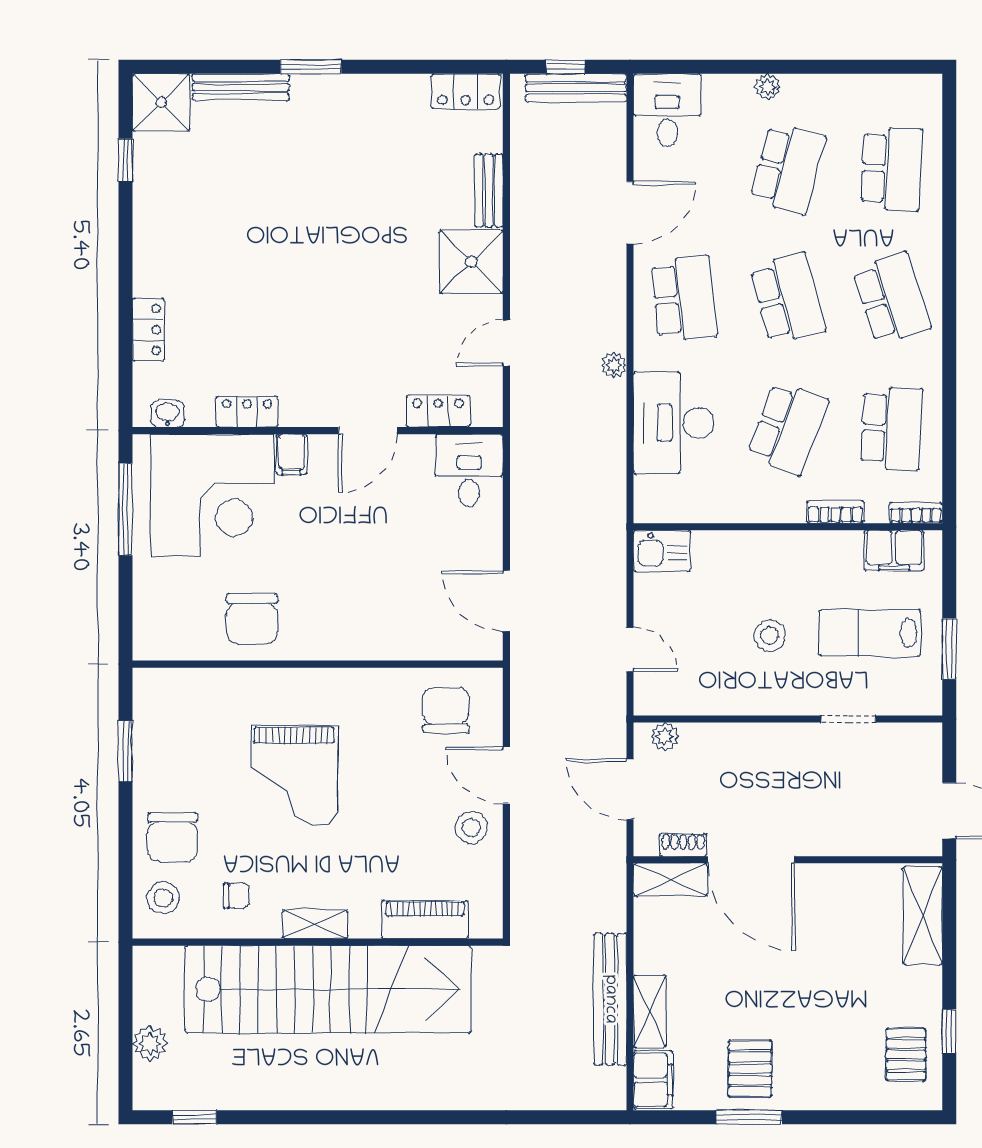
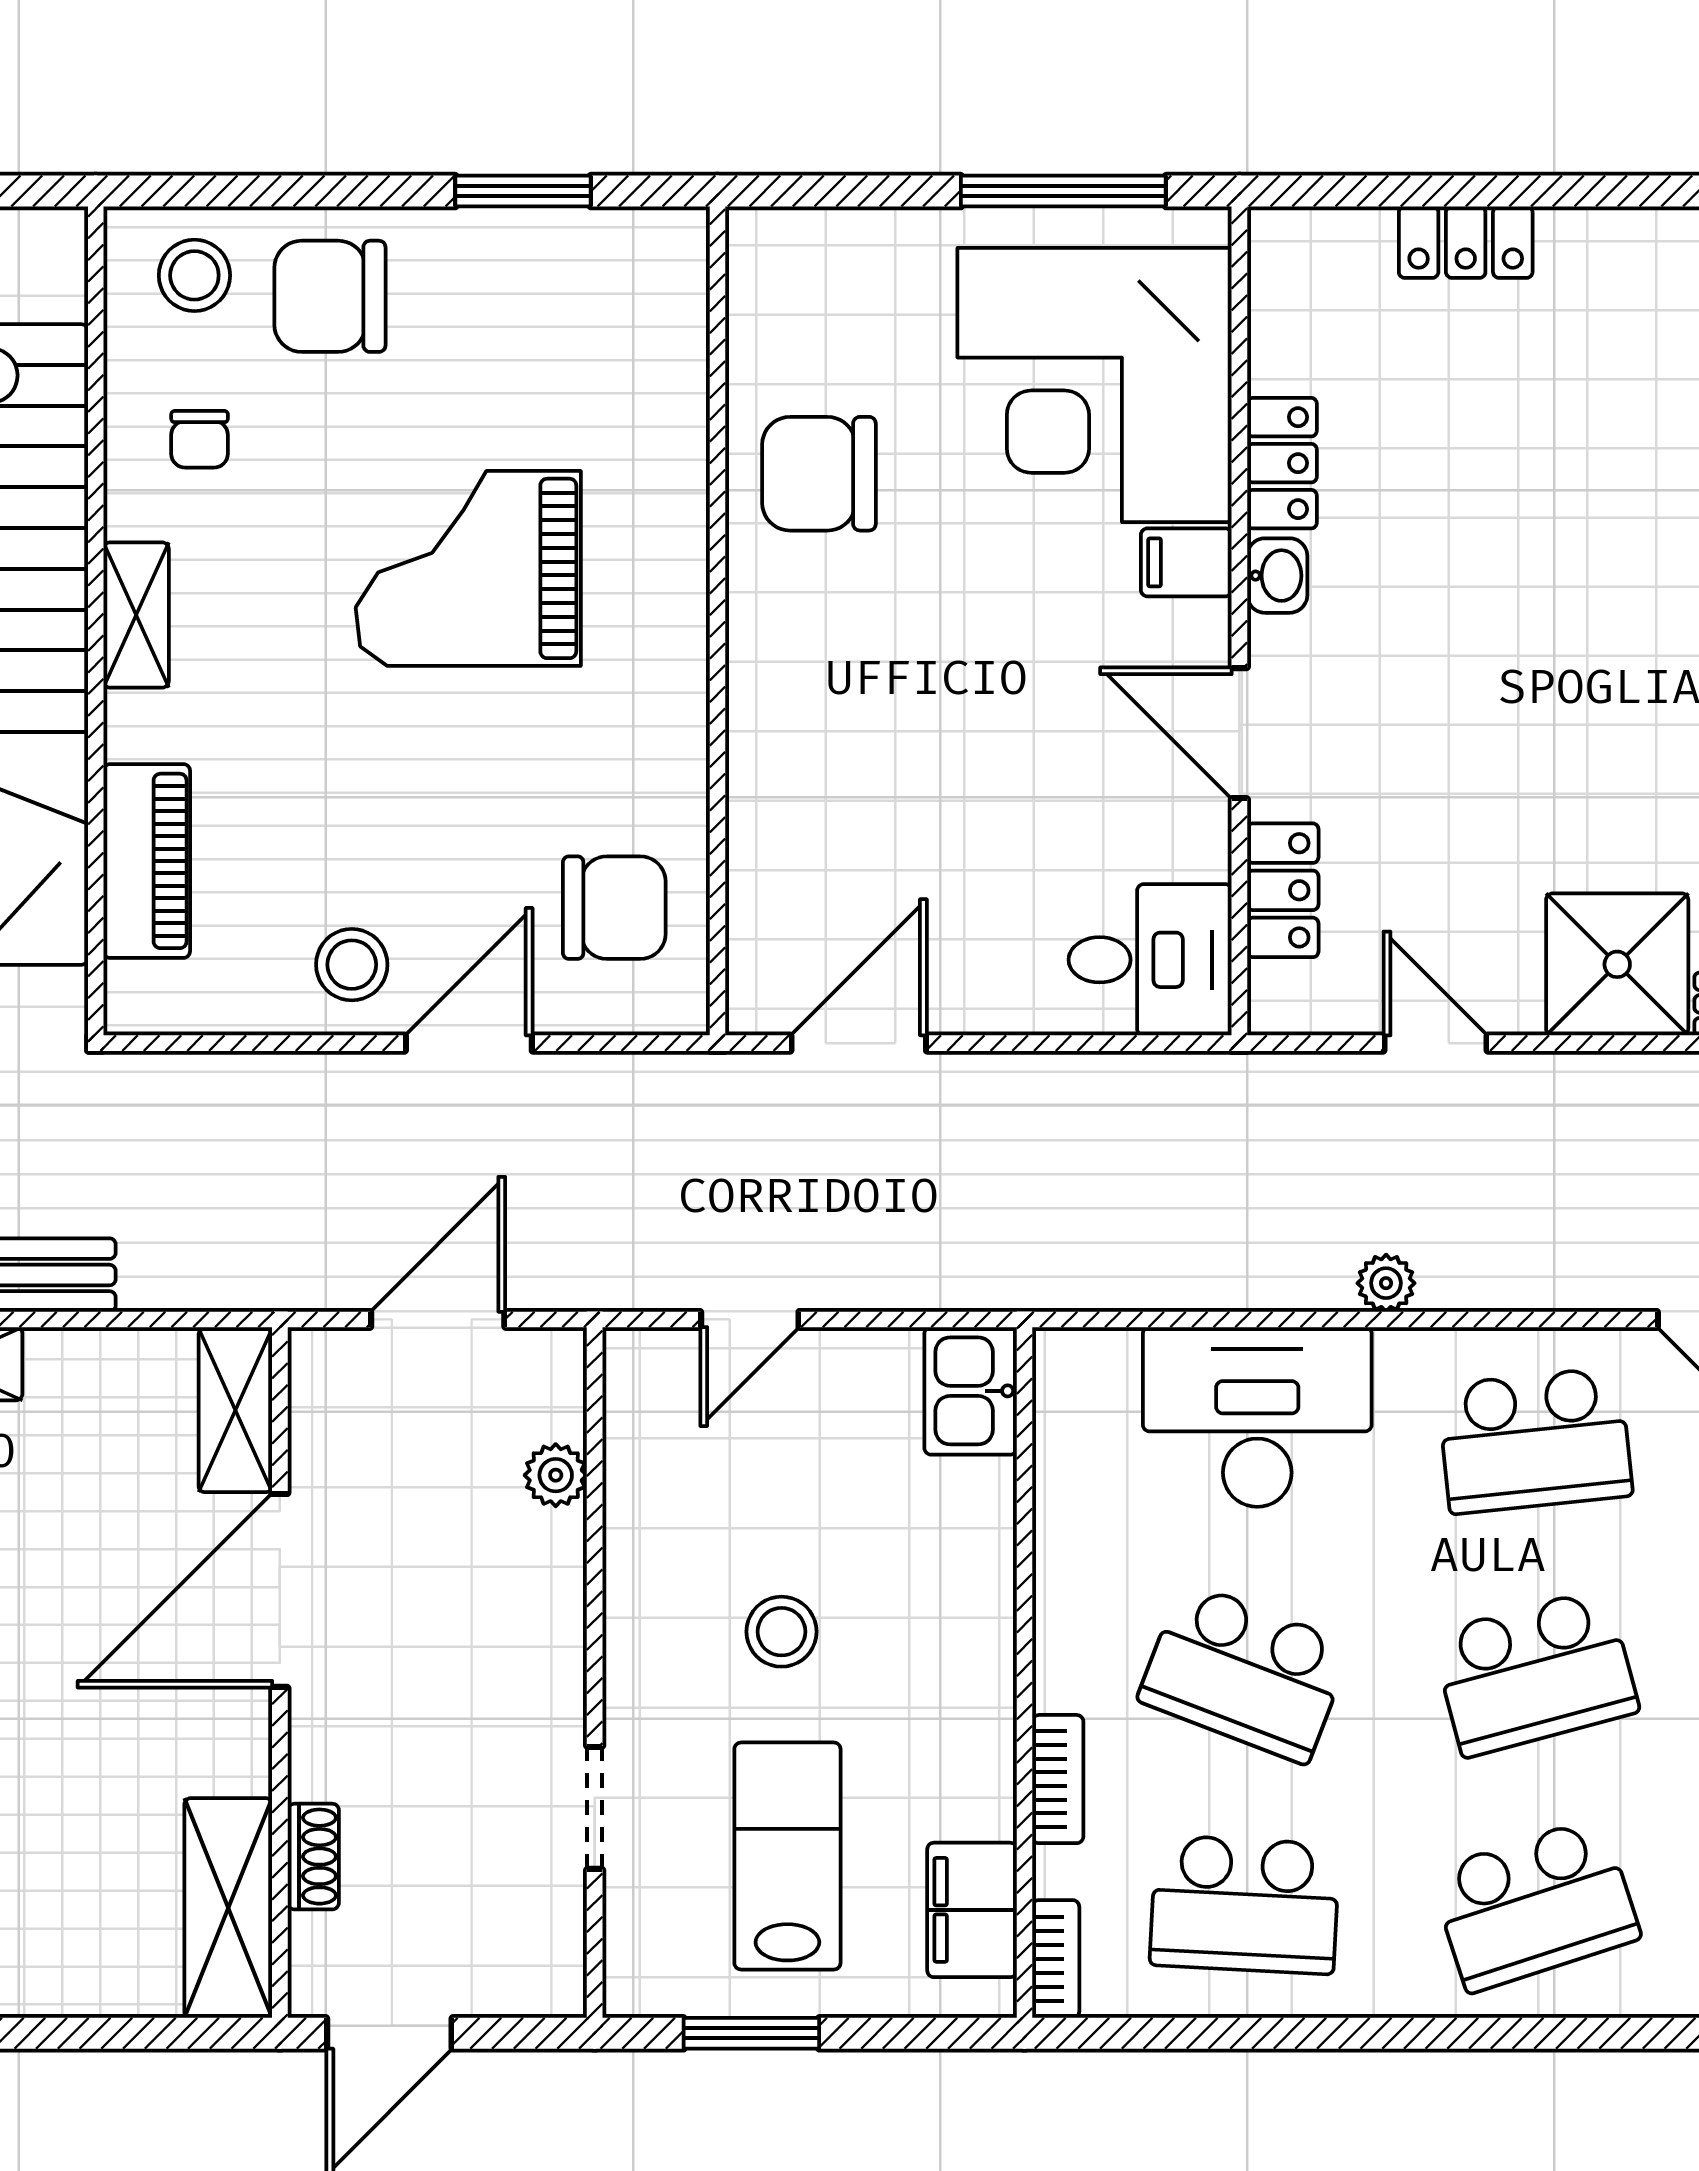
washbasin: (167, 414) -> (1277, 576), moved
plant: (665, 736) -> (556, 1475), moved
shoe rack: (683, 845) -> (313, 1857), moved
shelving: (923, 916) -> (228, 1908), moved, turned 90

